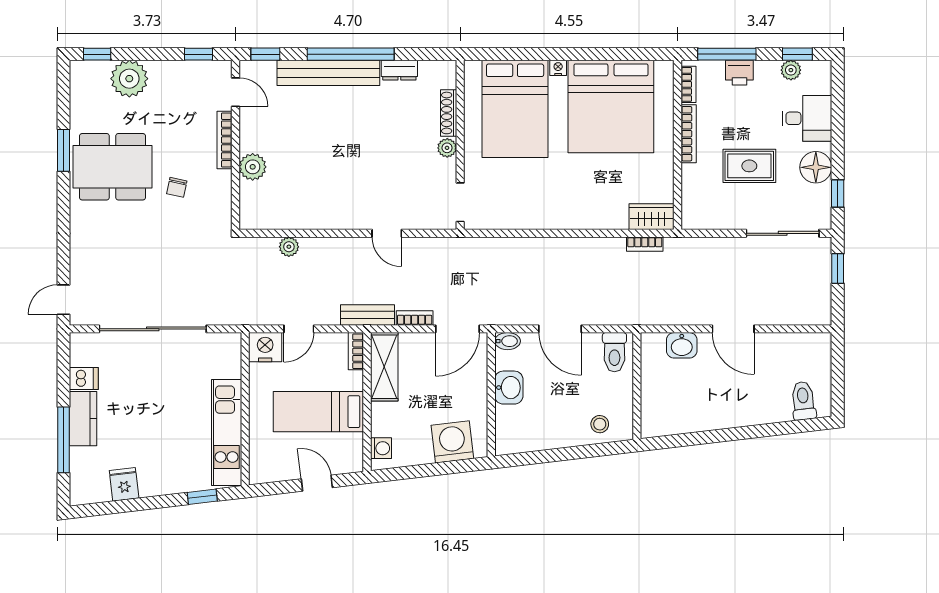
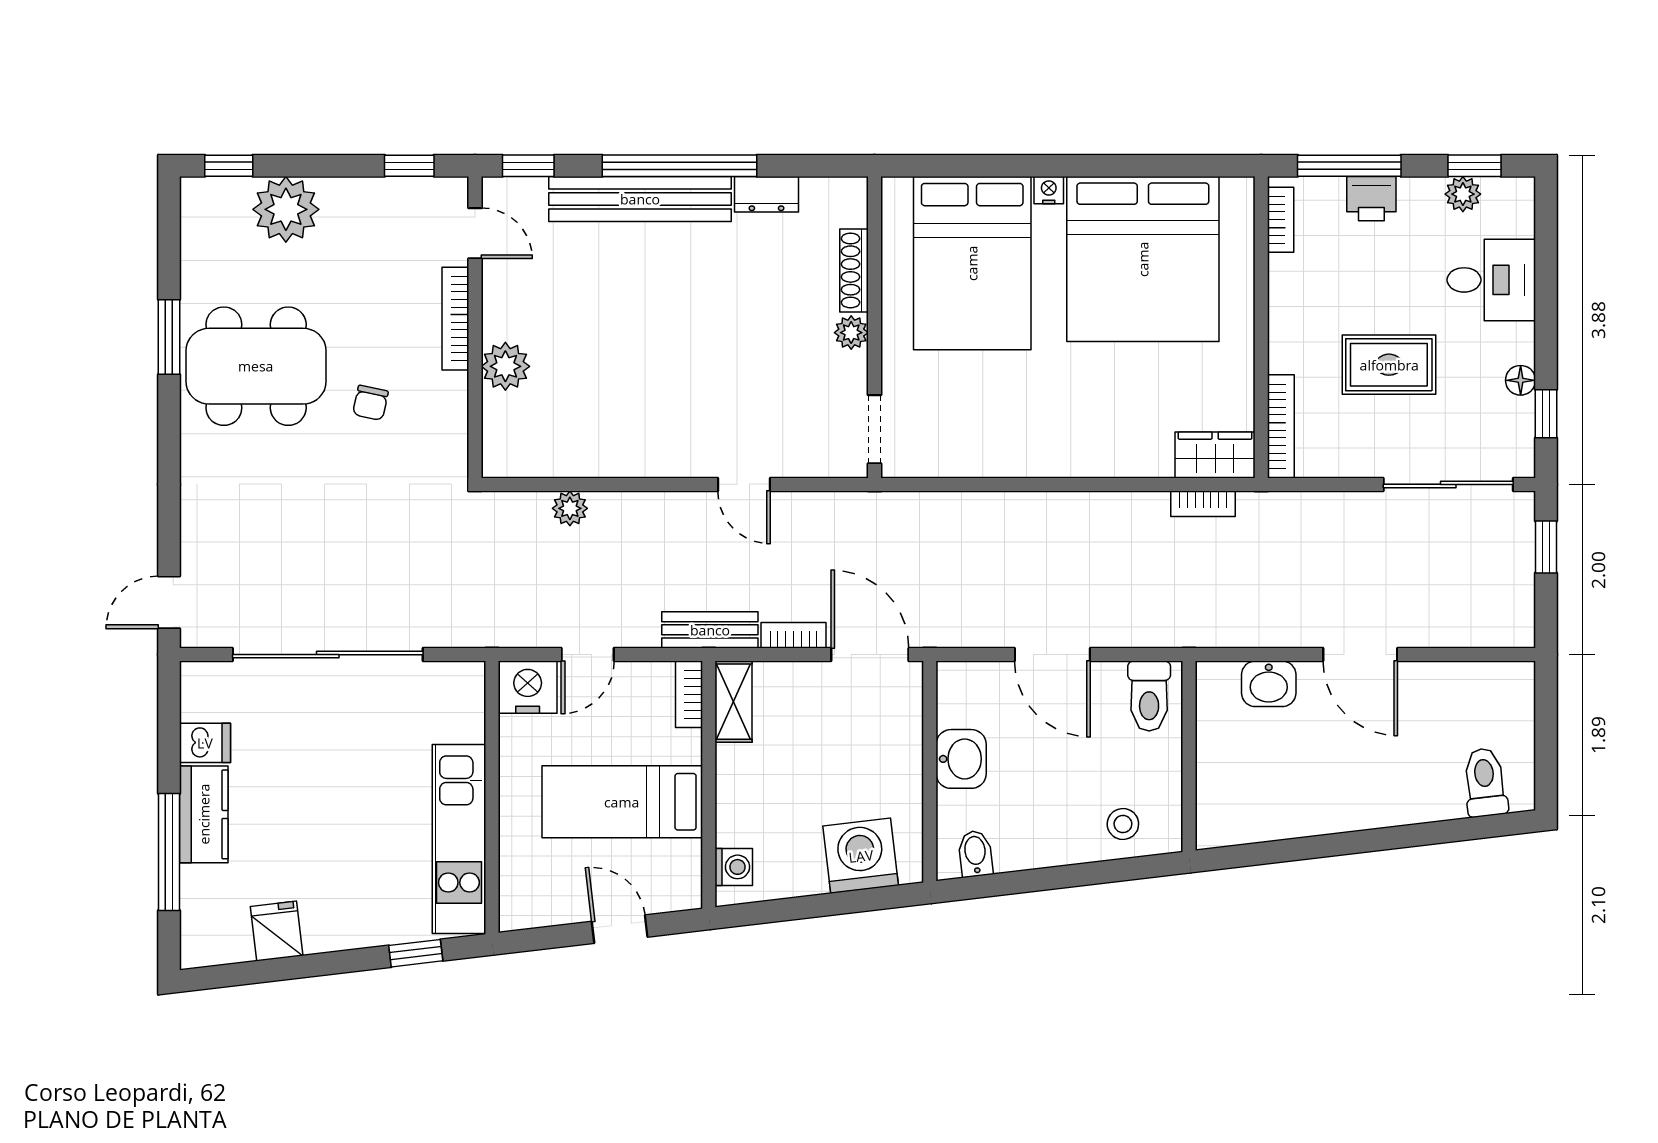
bookcase: (689, 134) -> (1281, 426), moved
floor lamp: (816, 167) -> (1521, 380), width x0.53, depth x0.53
door: (457, 329) -> (870, 655), swing flipped
bidet: (508, 341) -> (975, 854), moved, turned -97
shelving: (384, 367) -> (733, 702), width x0.67, depth x0.75

